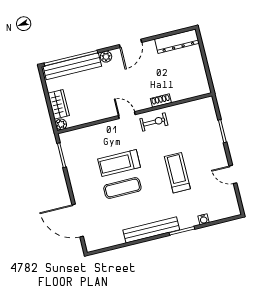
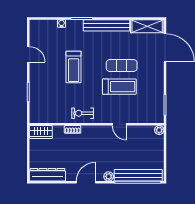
wardrobe: (59, 104) -> (41, 132), moved, turned -90
door: (127, 115) -> (119, 124), moved
shelving: (104, 240) -> (147, 26), added

